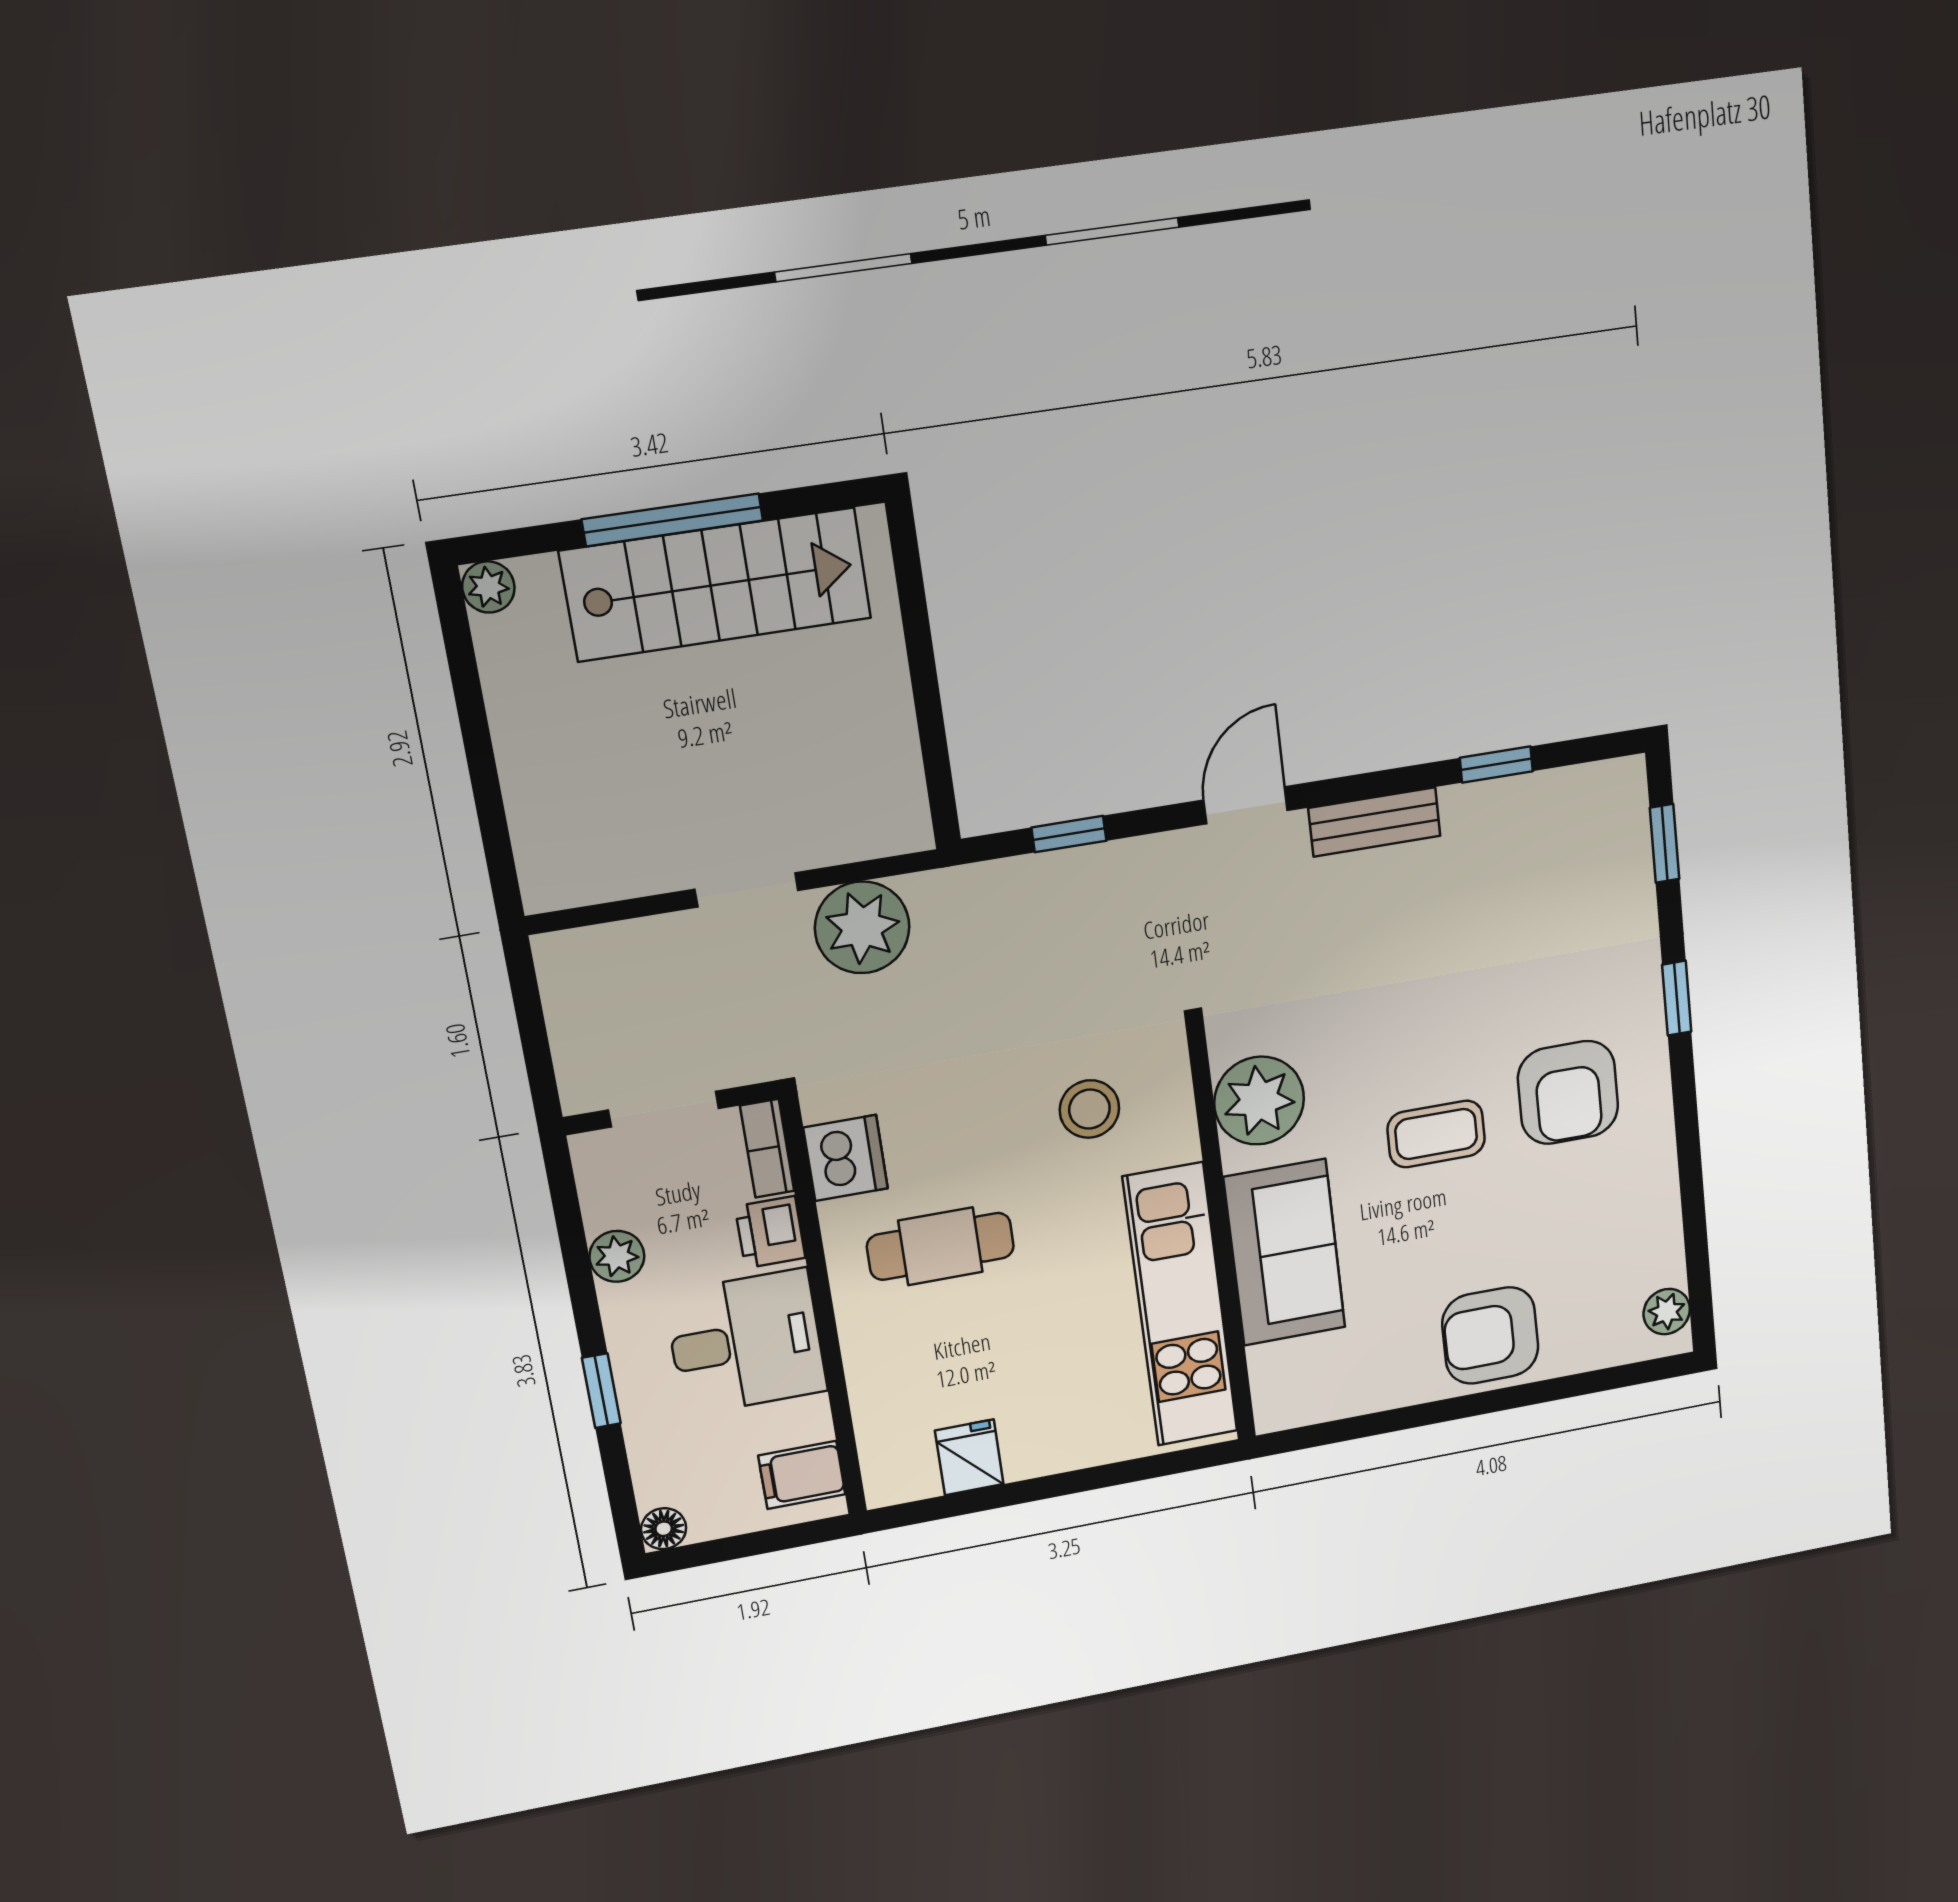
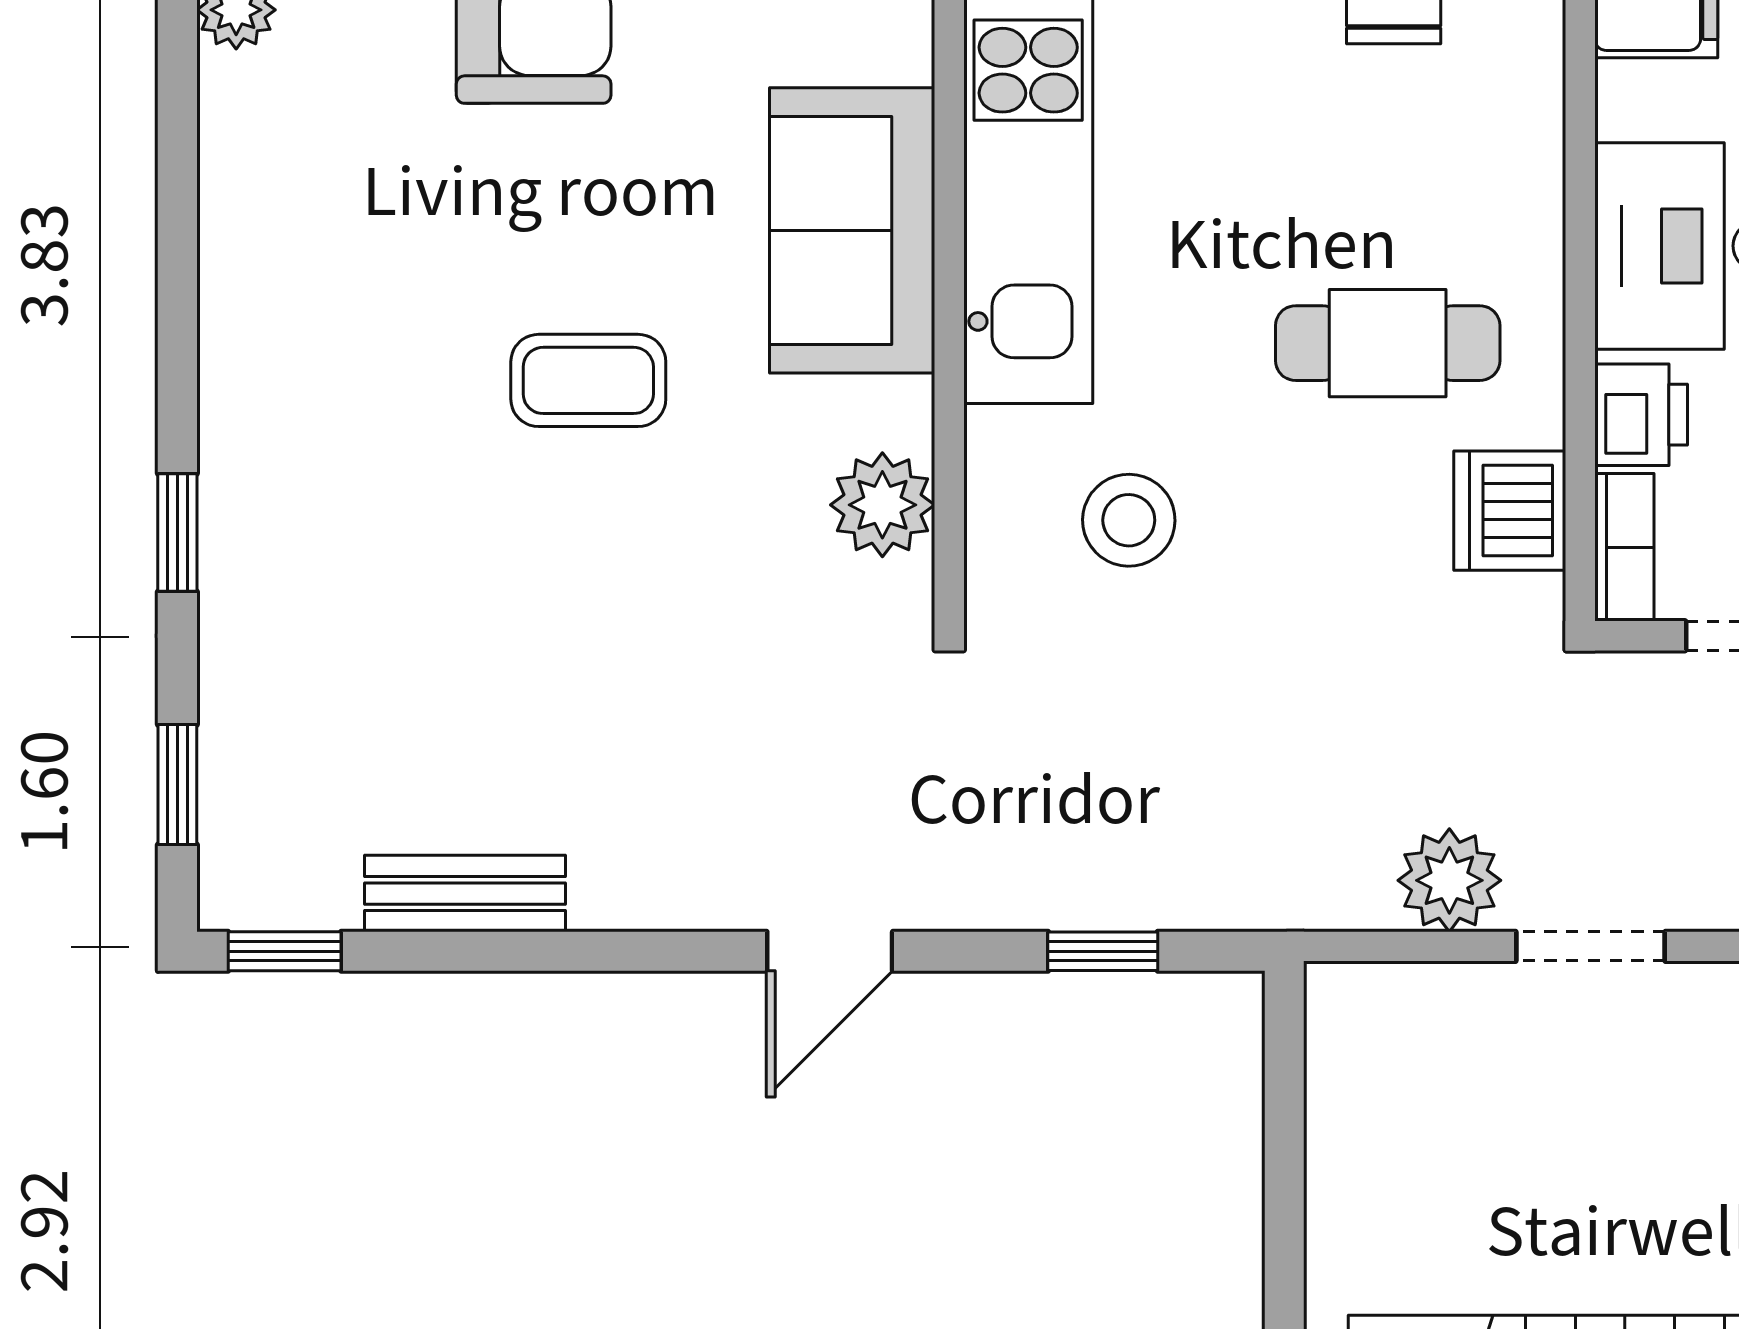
window: (1496, 764) -> (285, 951), moved
bench: (1374, 822) -> (465, 894), moved
plant: (862, 927) -> (1449, 880), width x0.73, depth x0.73
armchair: (1568, 1092) -> (368, 410), removed
plant: (1259, 1101) -> (882, 505), width x0.73, depth x0.73

